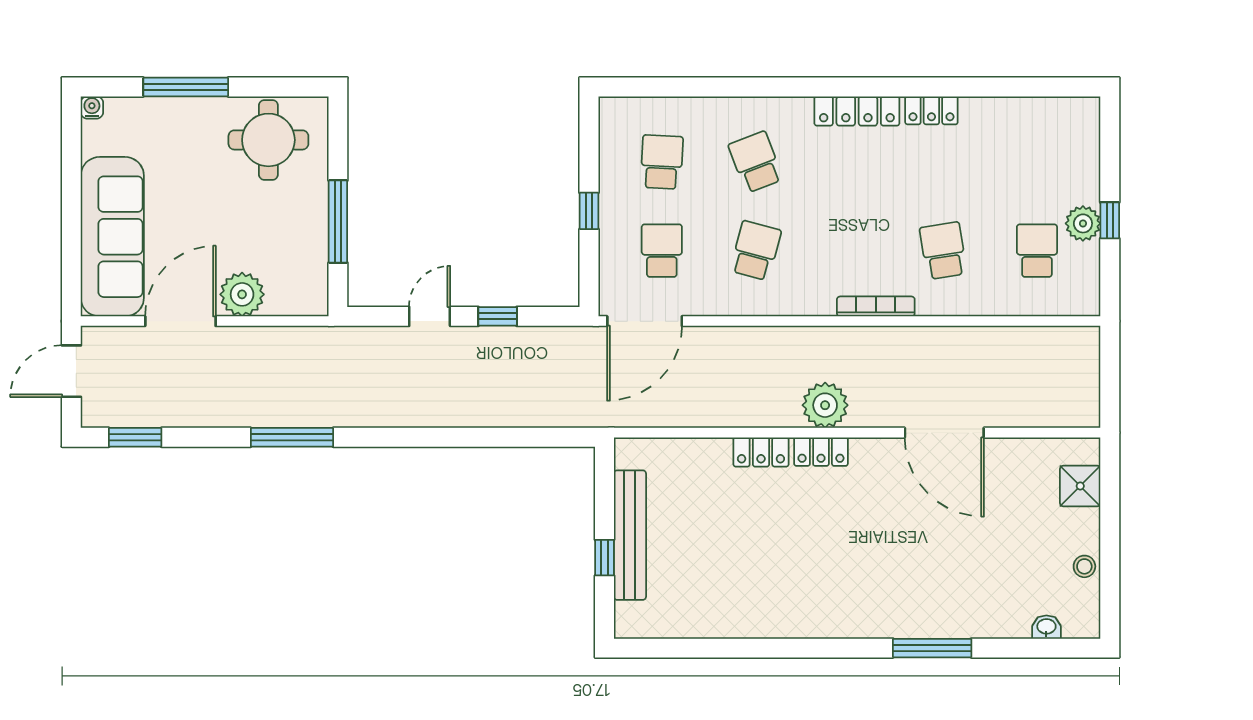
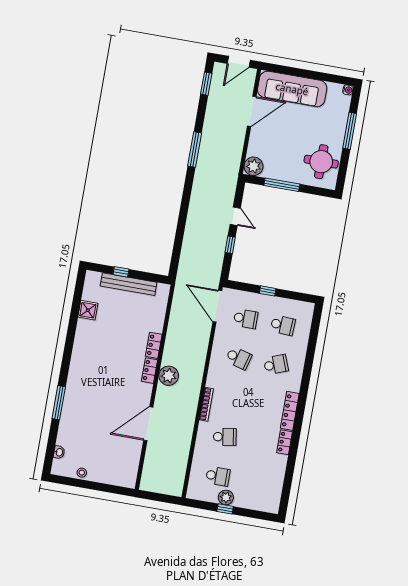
plant: (242, 294) -> (254, 166), moved
door: (180, 321) -> (252, 111), hinge flipped
door: (71, 371) -> (239, 62), swing flipped
shower: (1080, 486) -> (88, 310), moved

